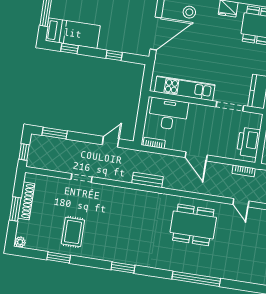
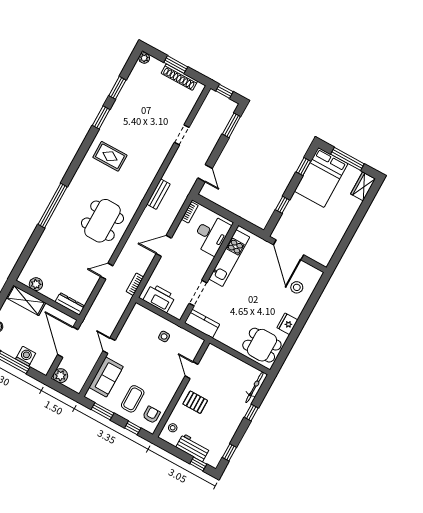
bed: (73, 33) -> (321, 177), width x1.50
rug: (73, 232) -> (110, 156), moved
window: (123, 267) -> (101, 117), moved

